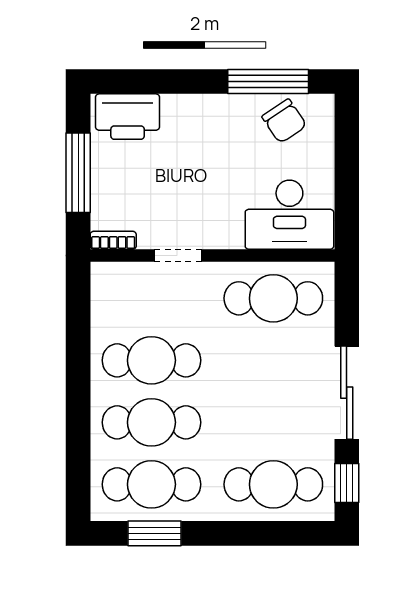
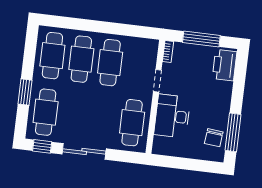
chair: (284, 121) -> (214, 138), turned -50
desk: (289, 215) -> (172, 116), moved
window: (154, 533) -> (25, 92), moved

